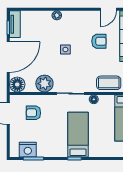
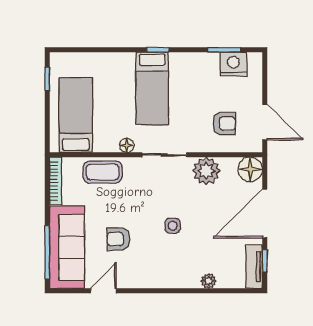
plant: (57, 15) -> (209, 281), moved

